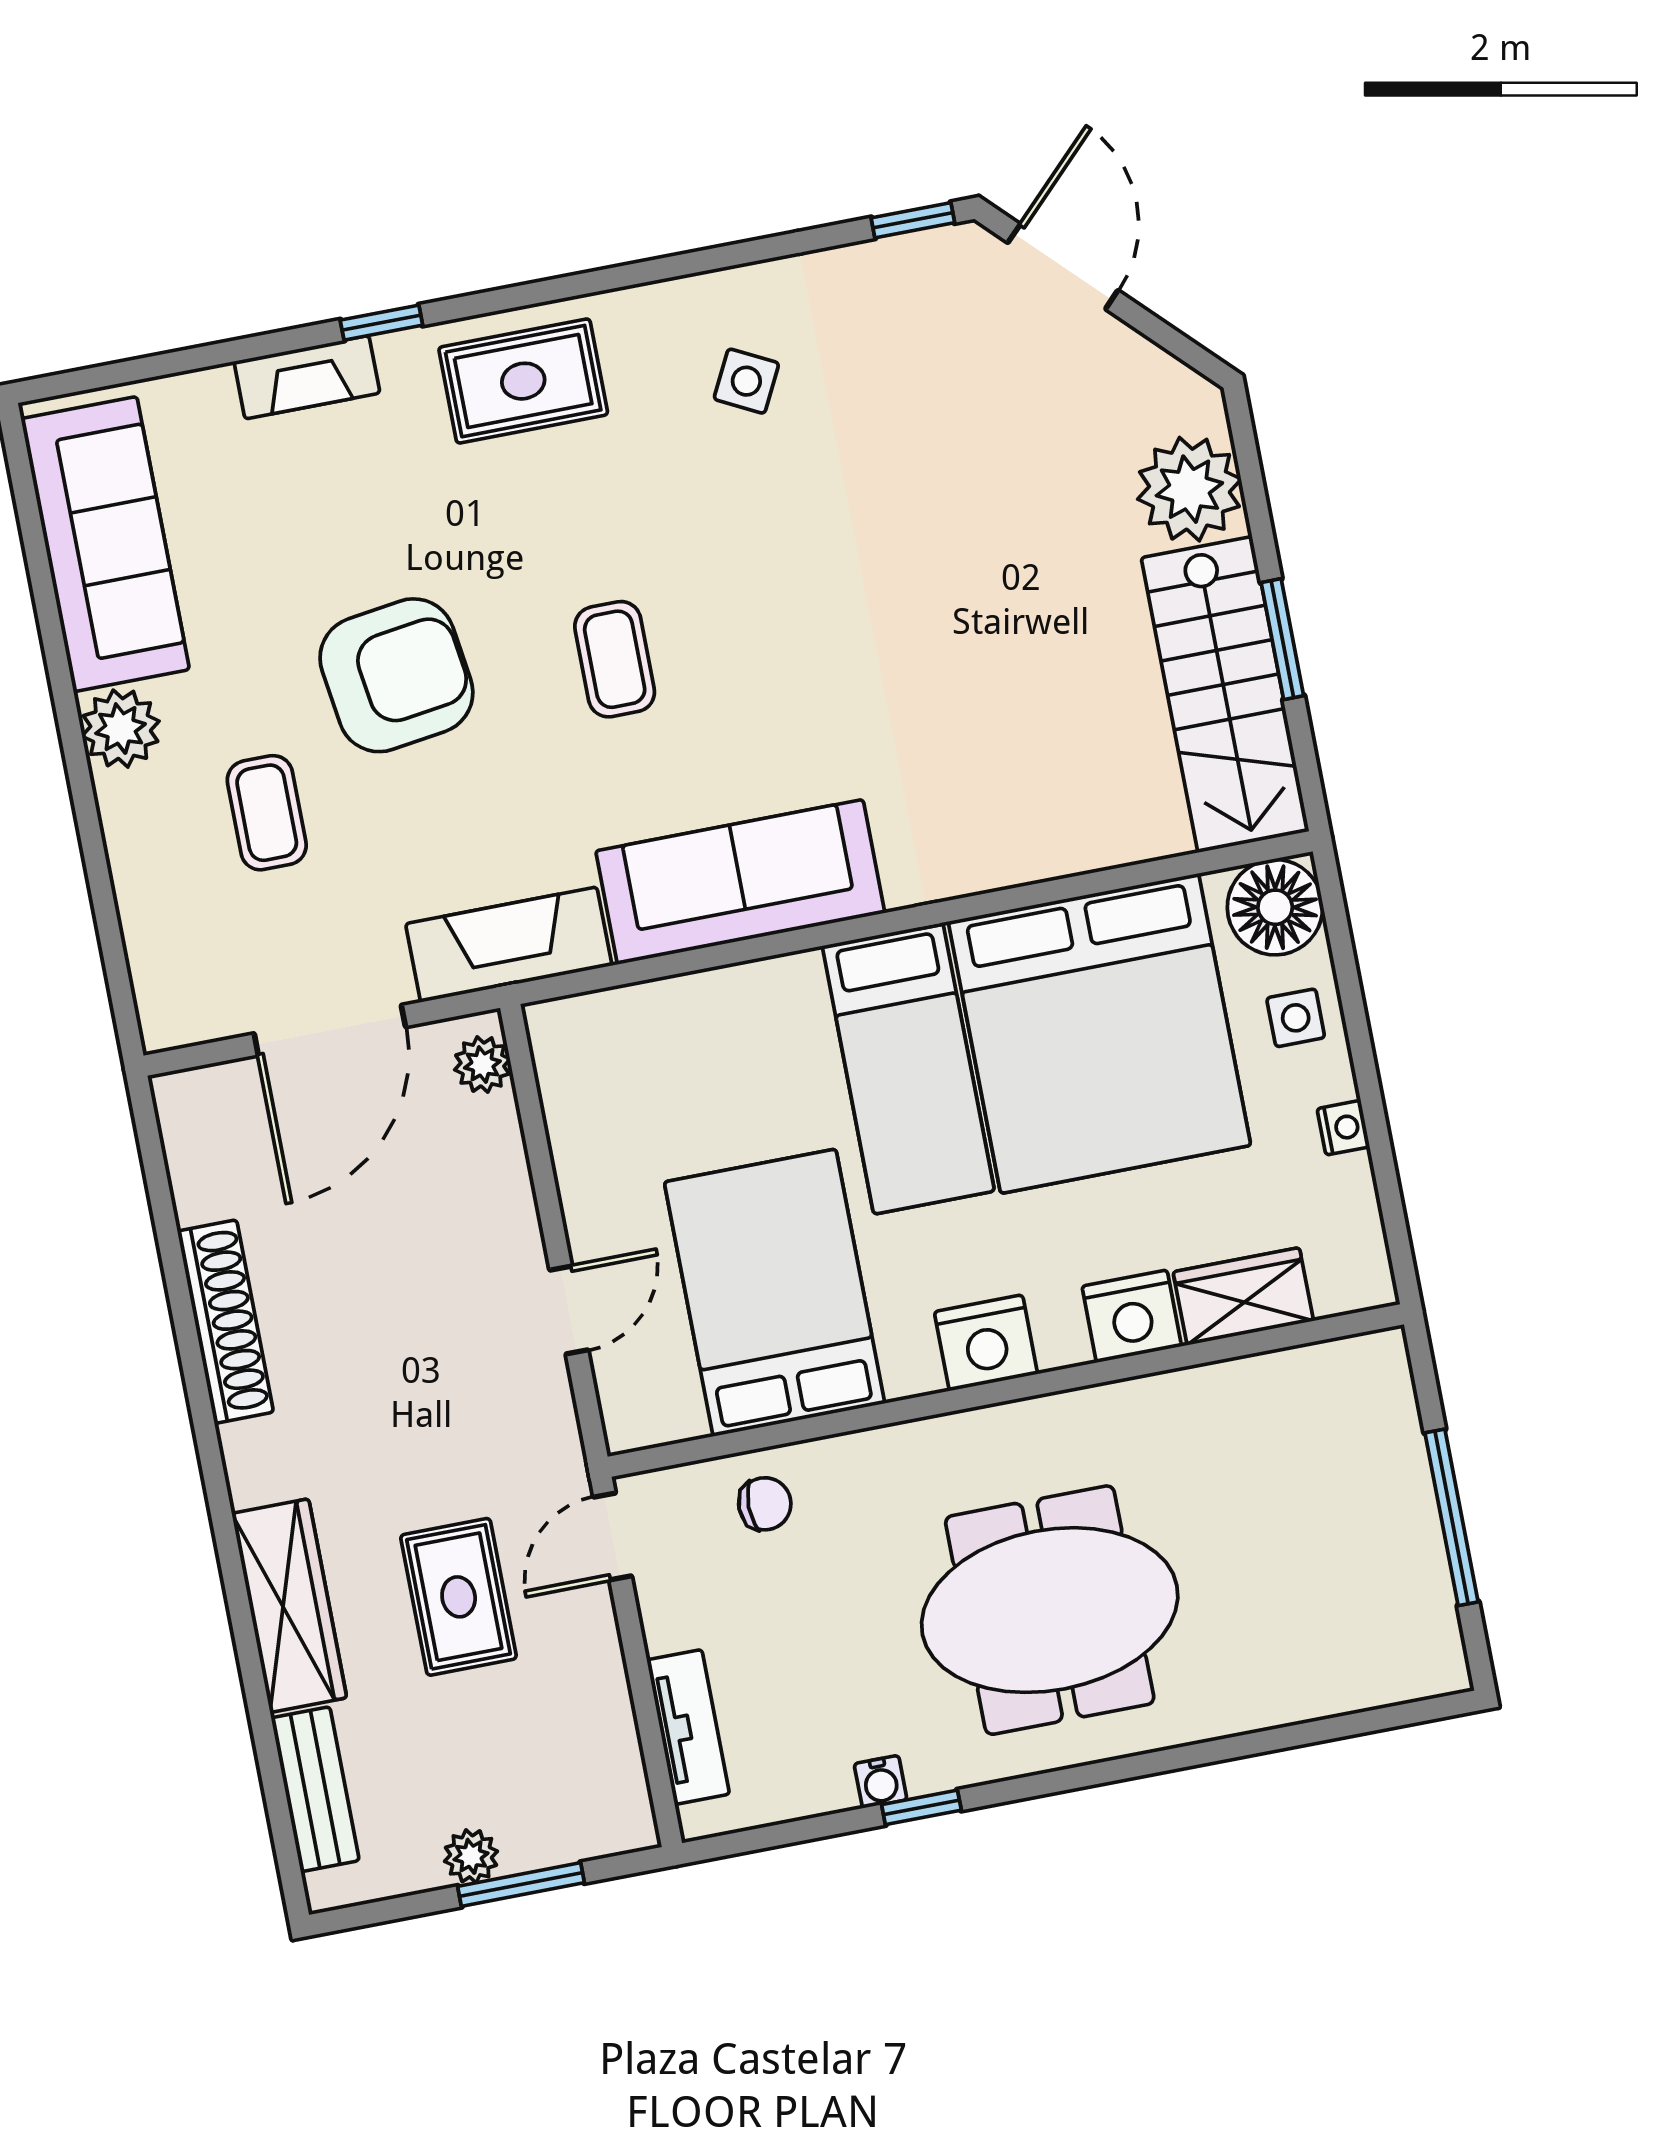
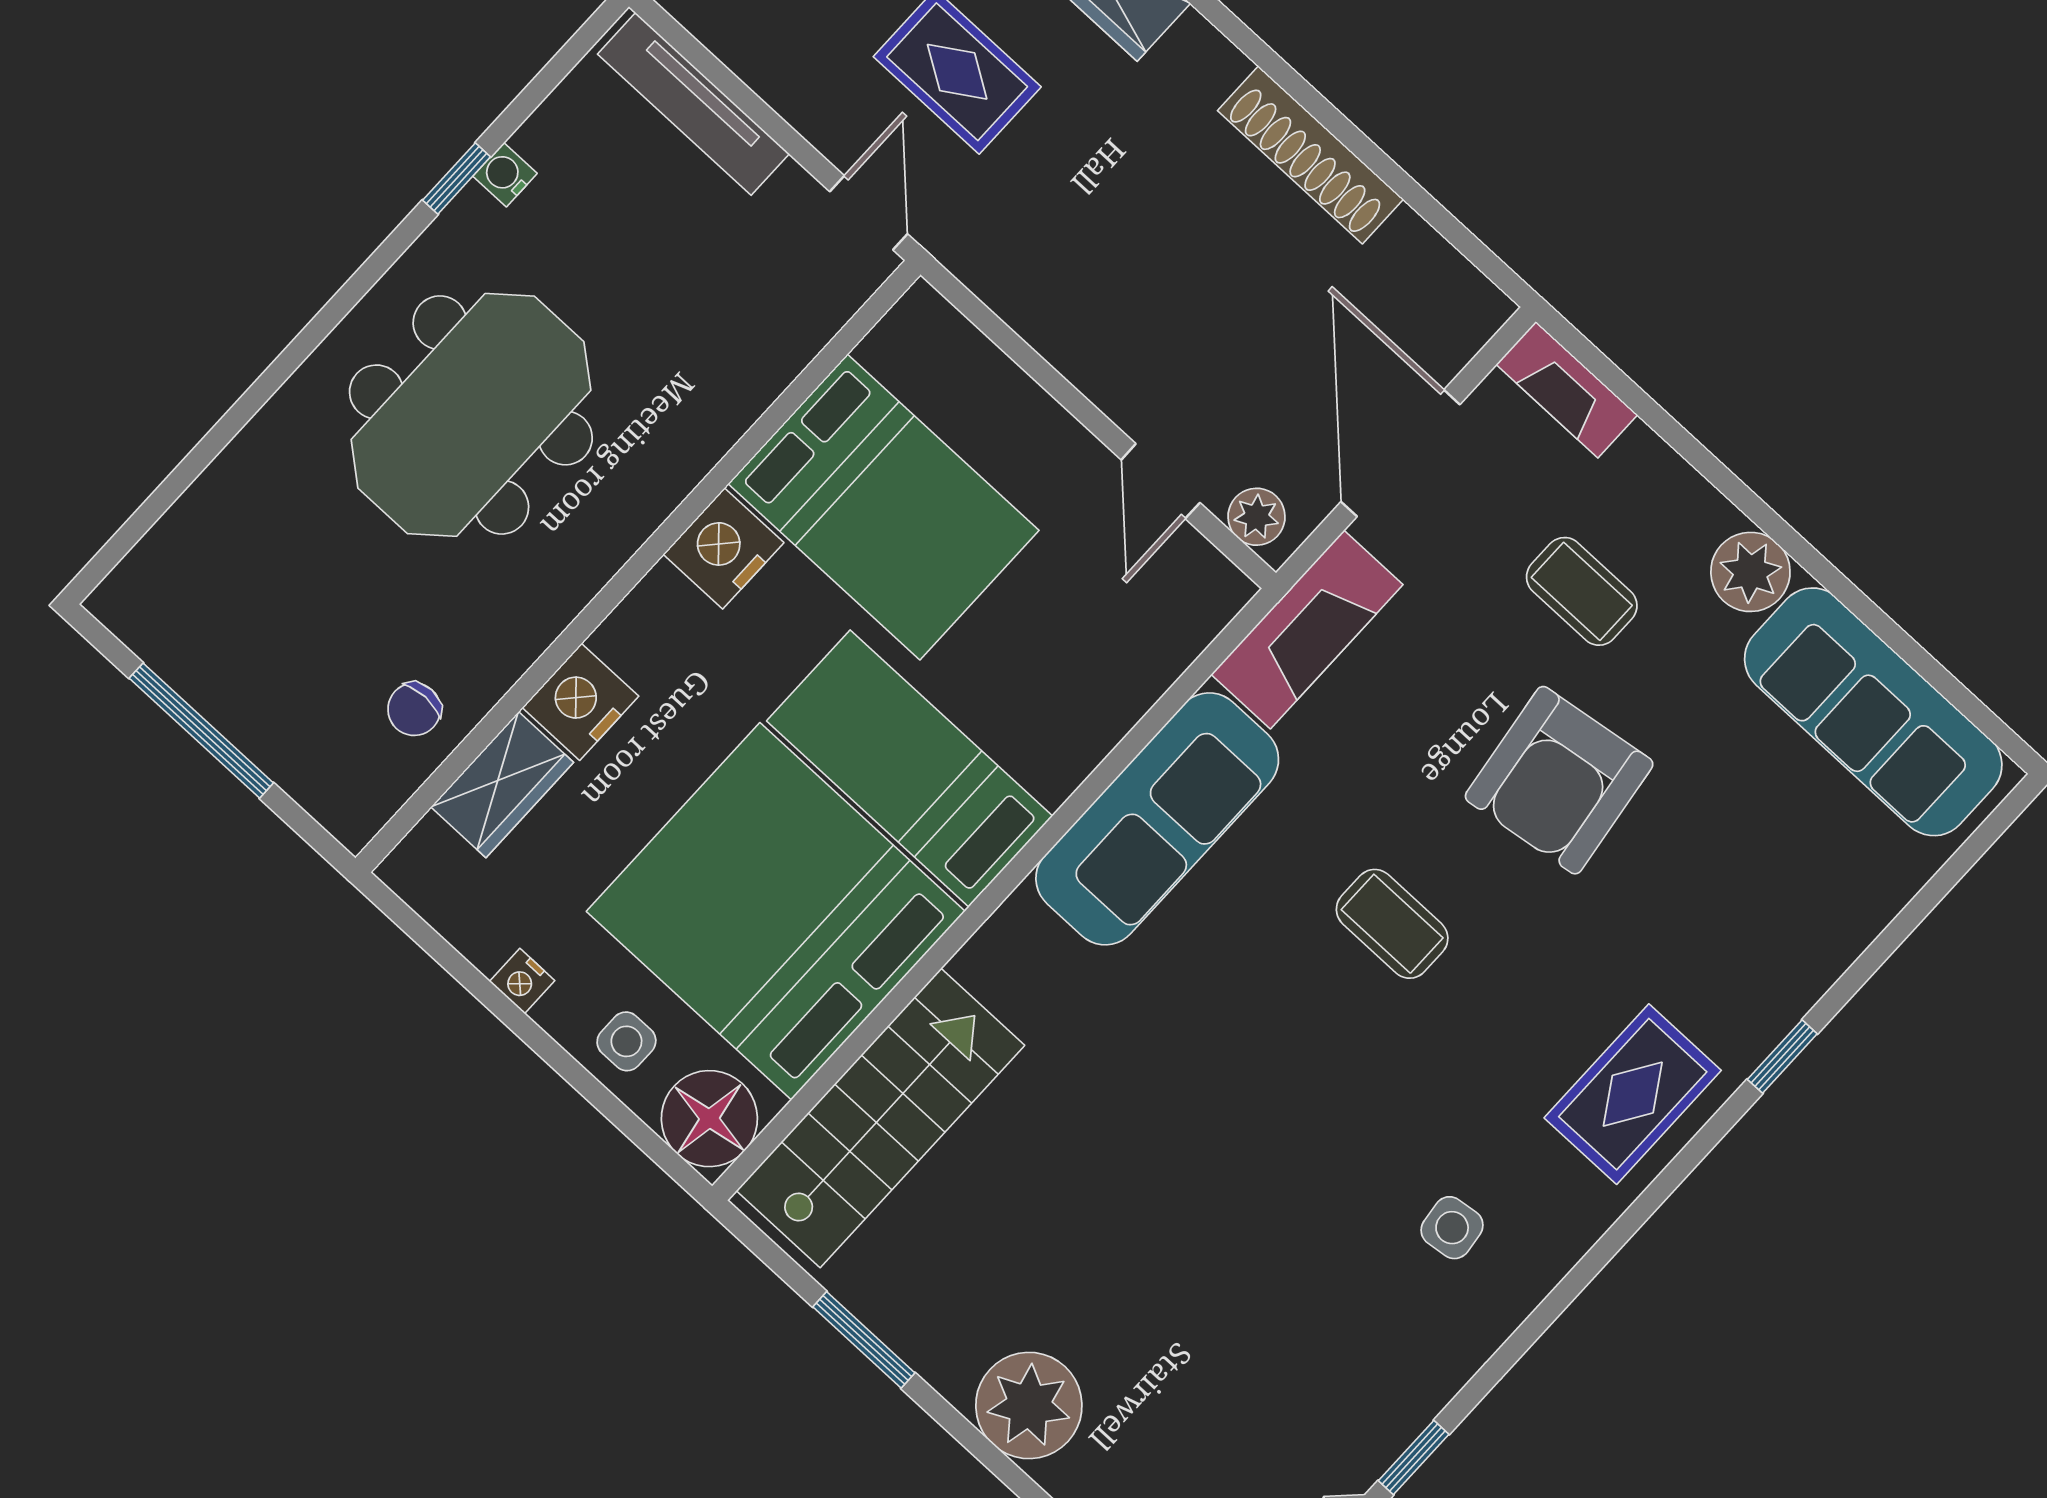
fireplace: (307, 377) -> (1567, 390), moved, turned -90
side table: (746, 381) -> (1452, 1228), turned -34
stairs: (1225, 695) -> (880, 1118), moved, turned 90
door: (569, 1310) -> (1161, 481), moved
nightstand: (986, 1343) -> (723, 548), moved
chair: (765, 1504) -> (414, 709), moved
tv unit: (688, 1727) -> (693, 104), width x1.41

